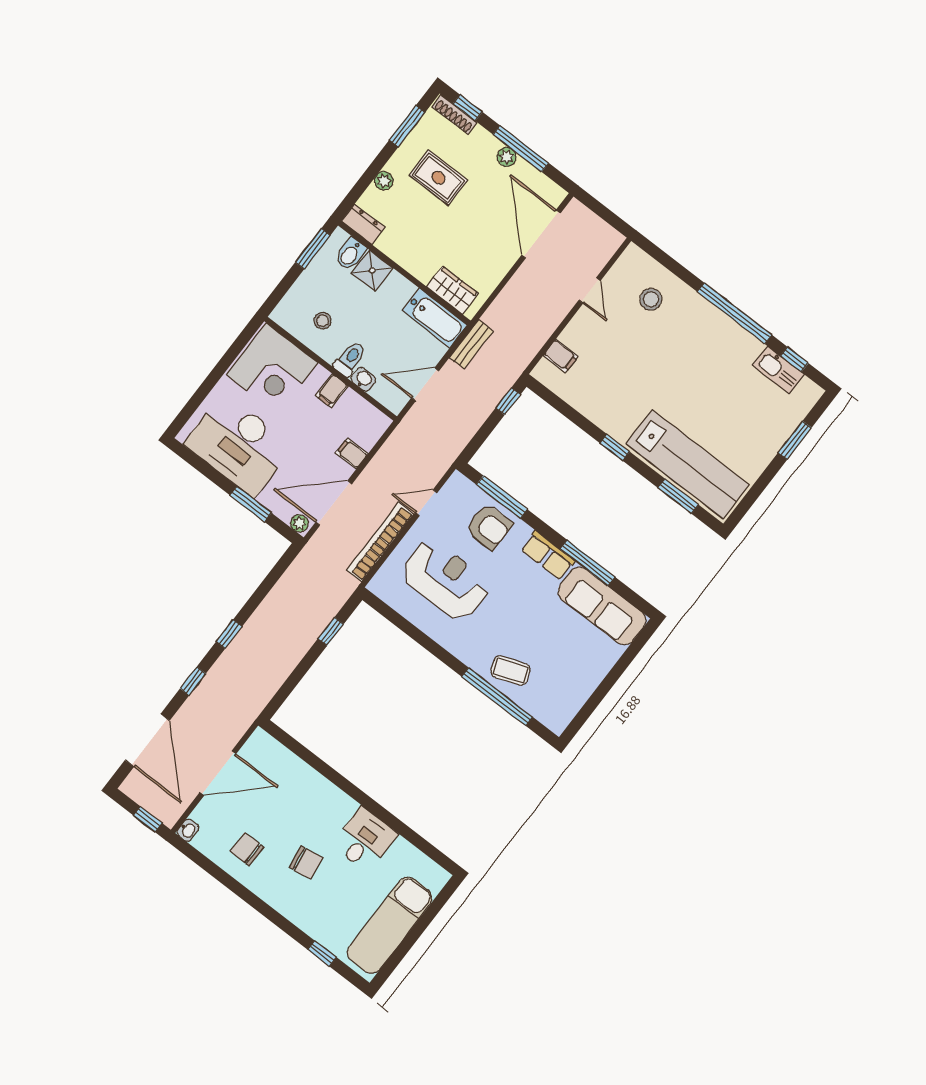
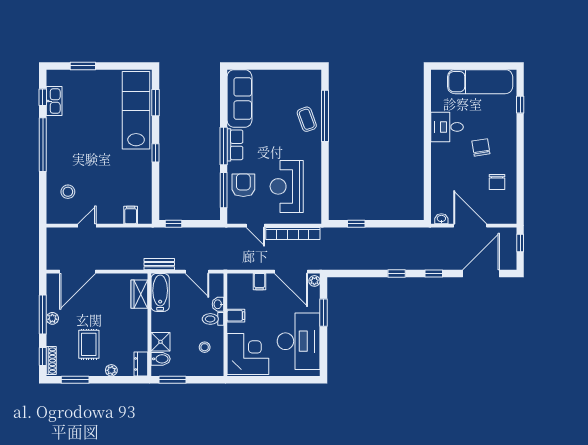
window: (587, 563) -> (224, 146), moved
washbasin: (188, 830) -> (441, 219), moved

